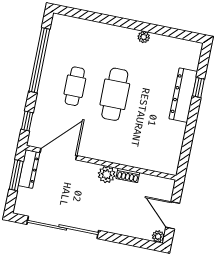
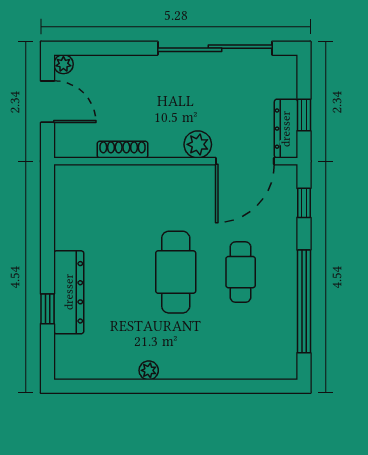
window: (16, 175) -> (304, 115), width x0.67
plant: (107, 175) -> (198, 144), moved
shoe rack: (128, 175) -> (122, 150), width x1.43

